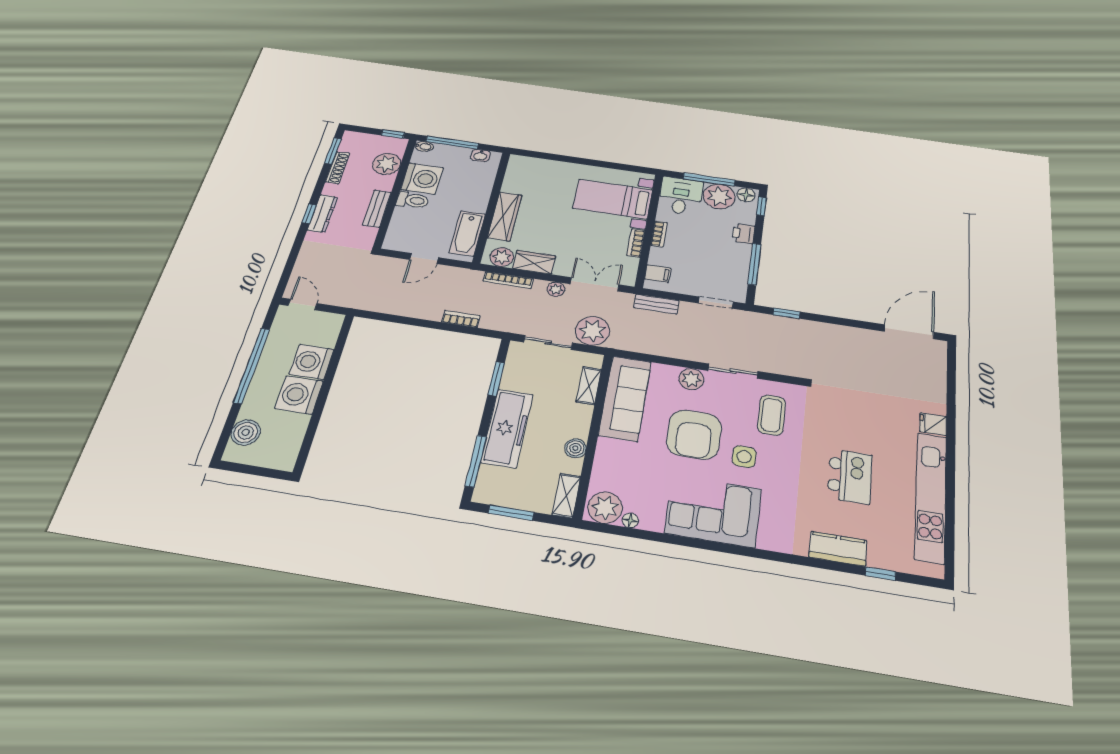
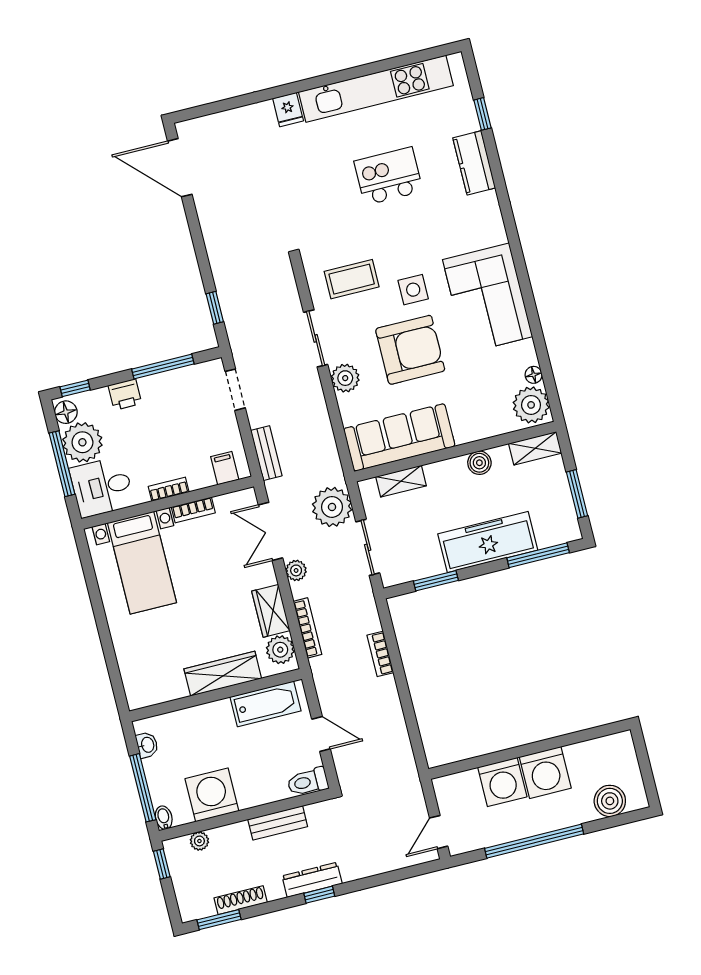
plant: (387, 164) -> (199, 841), width x0.53, depth x0.53
toilet: (413, 200) -> (308, 782), moved, turned -90

